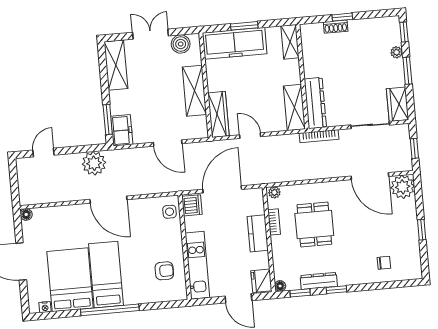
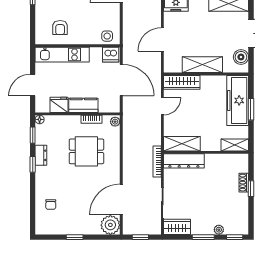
fridge: (261, 281) -> (59, 105), moved
dresser: (319, 281) -> (41, 155), width x0.70

